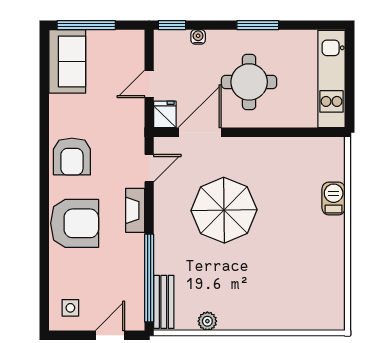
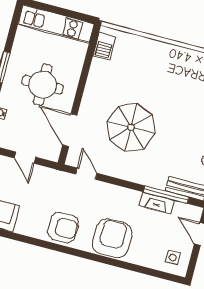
fridge: (165, 114) -> (50, 152), removed
barbecue: (334, 198) -> (104, 46), moved, turned -90
fireplace: (135, 210) -> (157, 203), moved
window: (149, 278) -> (166, 195), width x0.68

